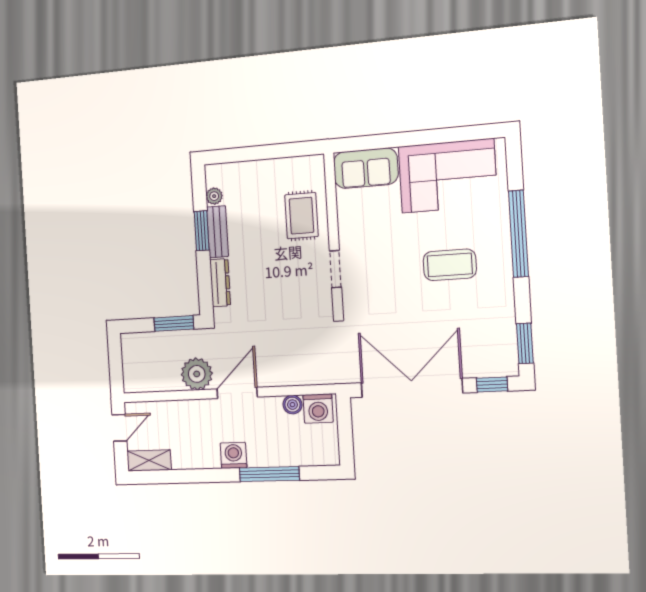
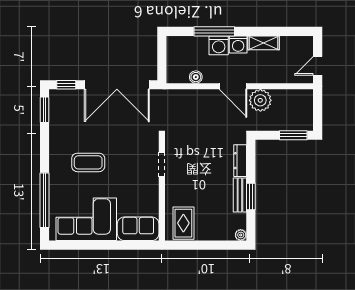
plant: (214, 196) -> (241, 235), moved
rug: (301, 216) -> (183, 223), moved
window: (518, 234) -> (45, 200), moved
window: (174, 323) -> (293, 135), moved
door: (237, 393) -> (233, 86), hinge flipped
washing machine: (318, 408) -> (219, 45), moved, turned 180
shelving: (149, 460) -> (263, 43), moved

